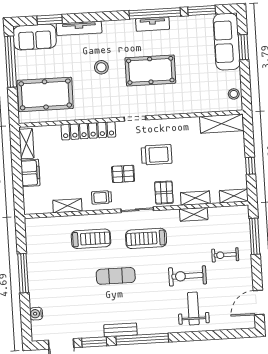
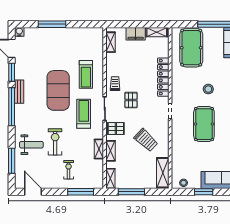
window: (243, 47) -> (204, 192), moved
trolley: (157, 155) -> (146, 140), moved, turned -47
window: (250, 166) -> (131, 192), width x2.17
shelving: (67, 206) -> (110, 42), moved
window: (23, 273) -> (52, 24), moved
exercise mat: (116, 276) -> (58, 90), width x2.00, depth x1.45
water cooler: (36, 314) -> (19, 32), moved
window: (217, 335) -> (12, 161), added

